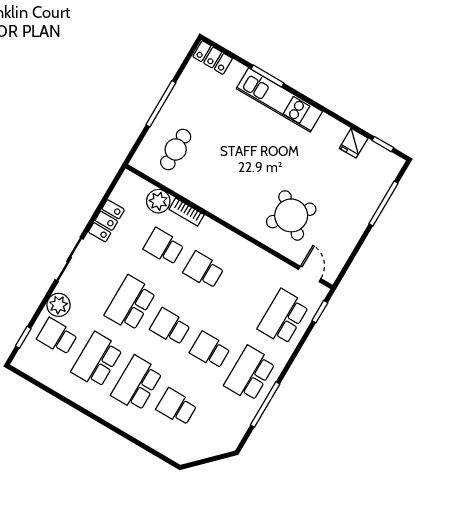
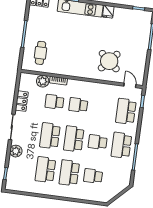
fridge: (354, 143) -> (108, 12), moved
school desk: (170, 327) -> (74, 139), width x1.85
school desk: (57, 337) -> (22, 166), removed

